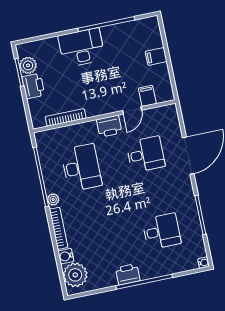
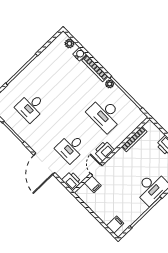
filing cabinet: (156, 56) -> (115, 225), moved
printer: (128, 274) -> (72, 181), moved, turned -90
plant: (75, 275) -> (69, 44), width x0.53, depth x0.53

